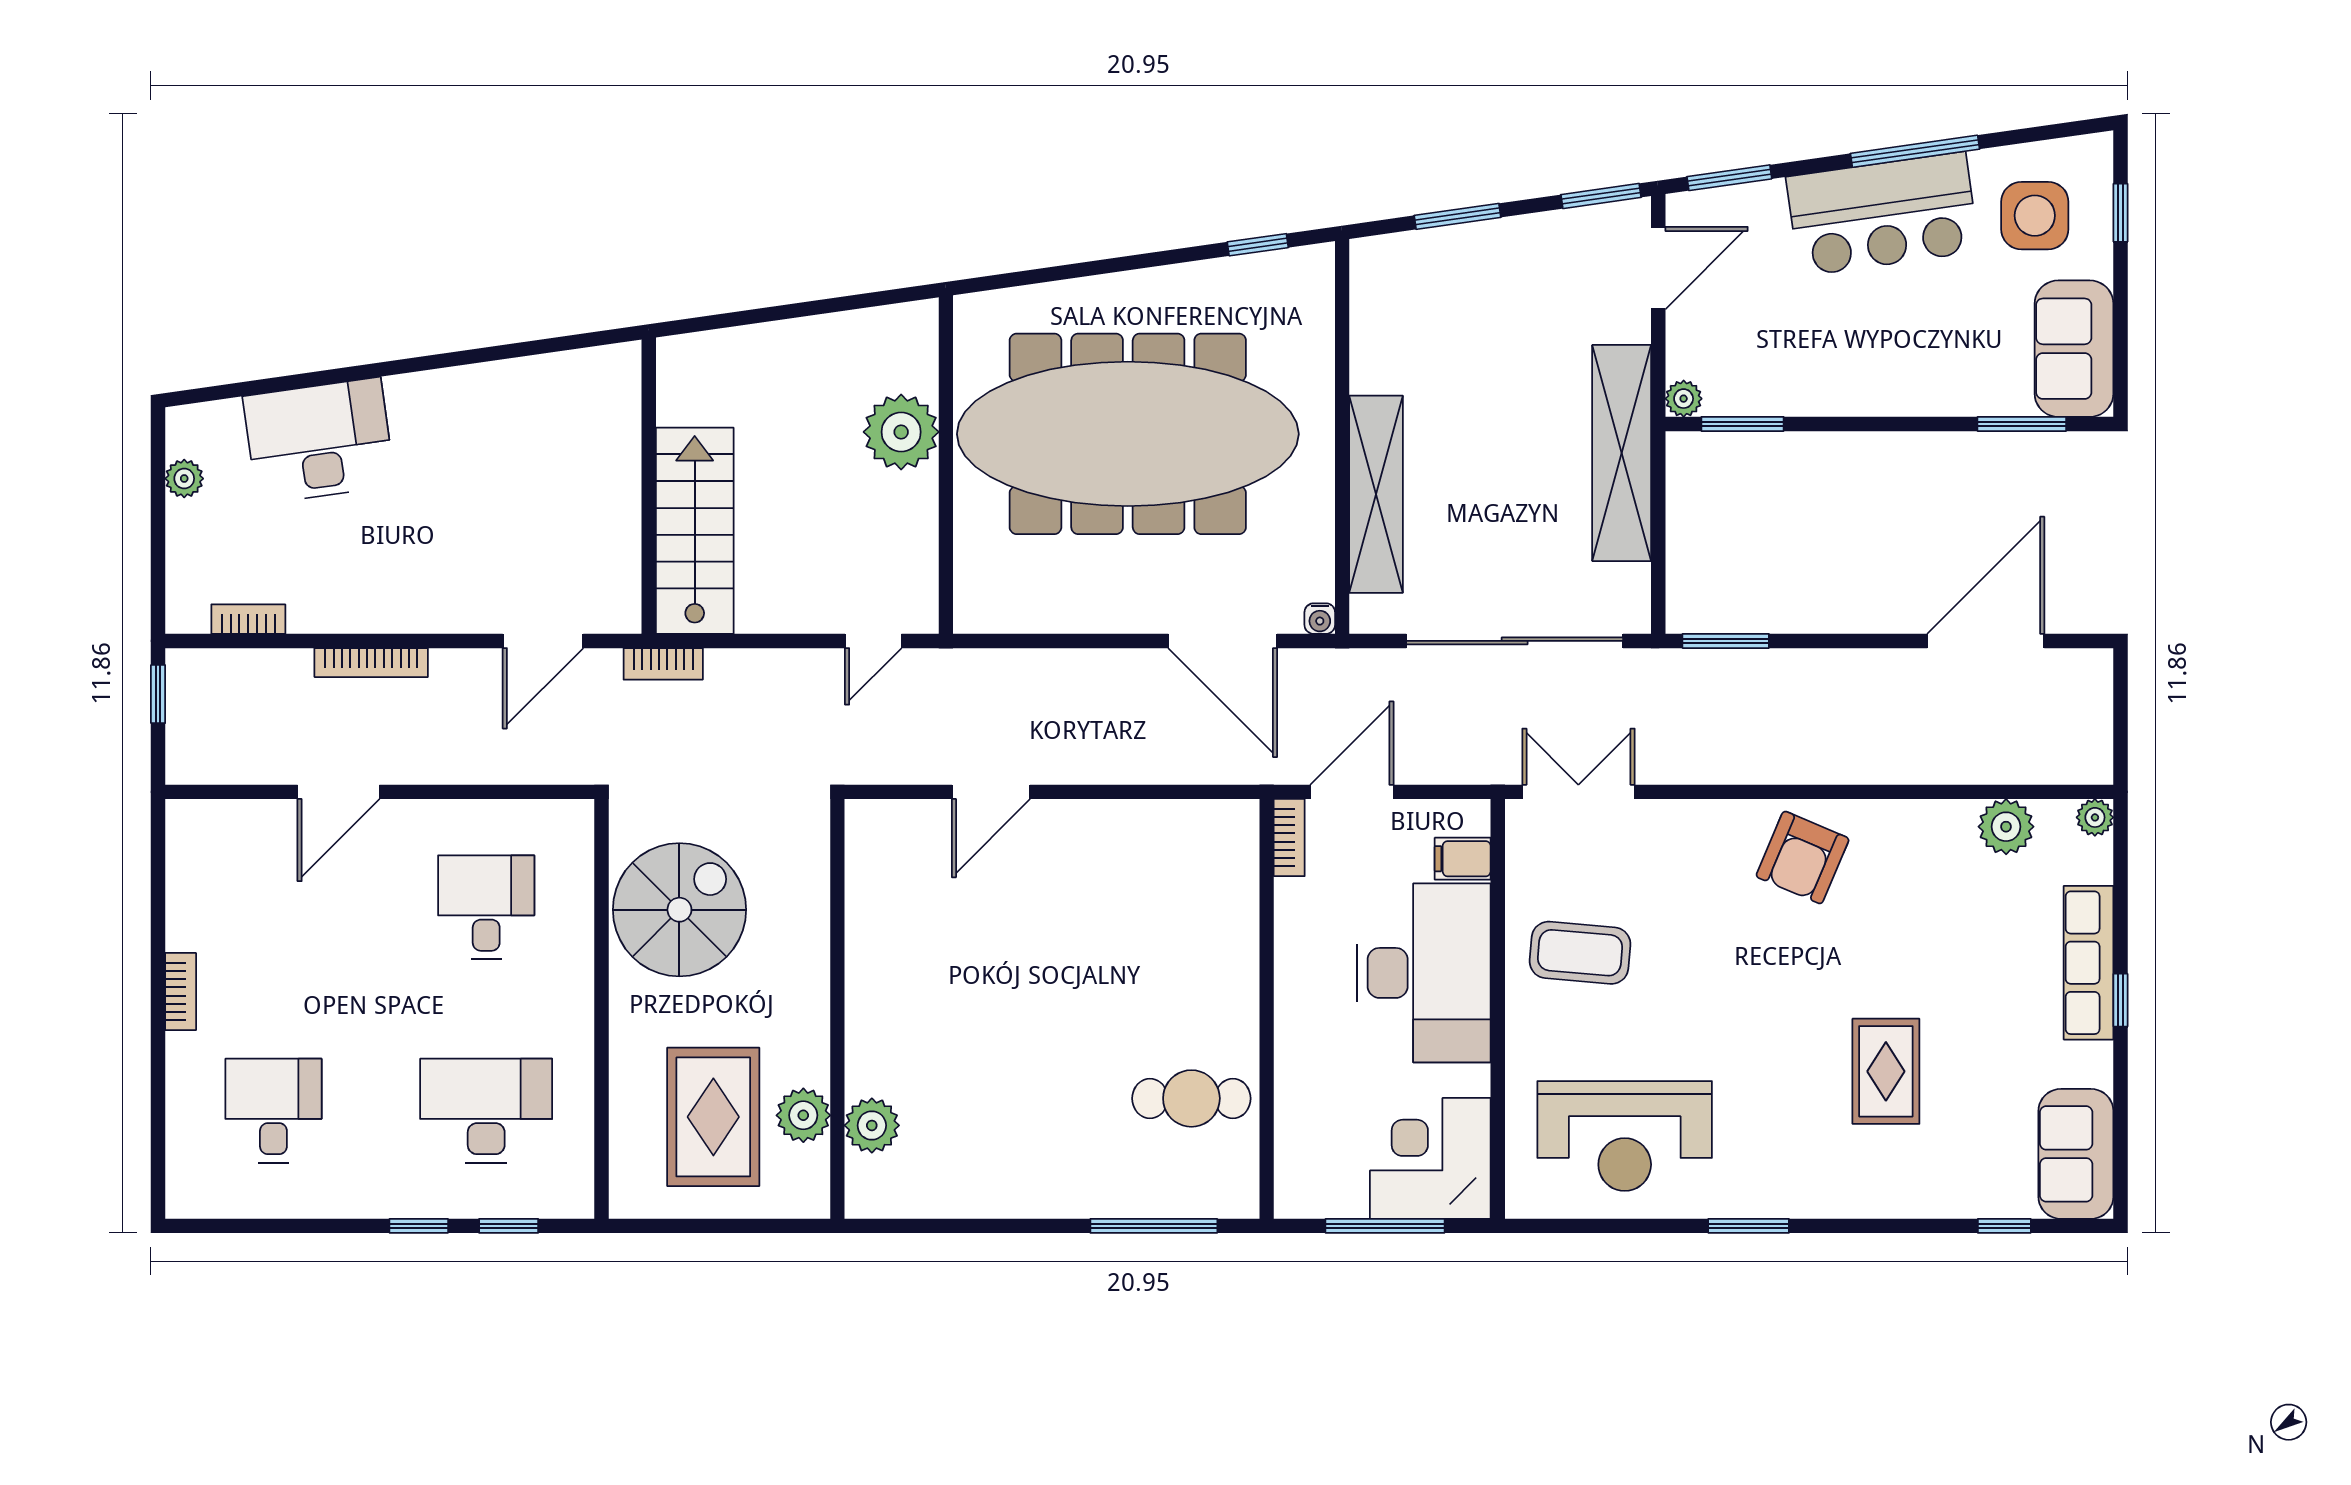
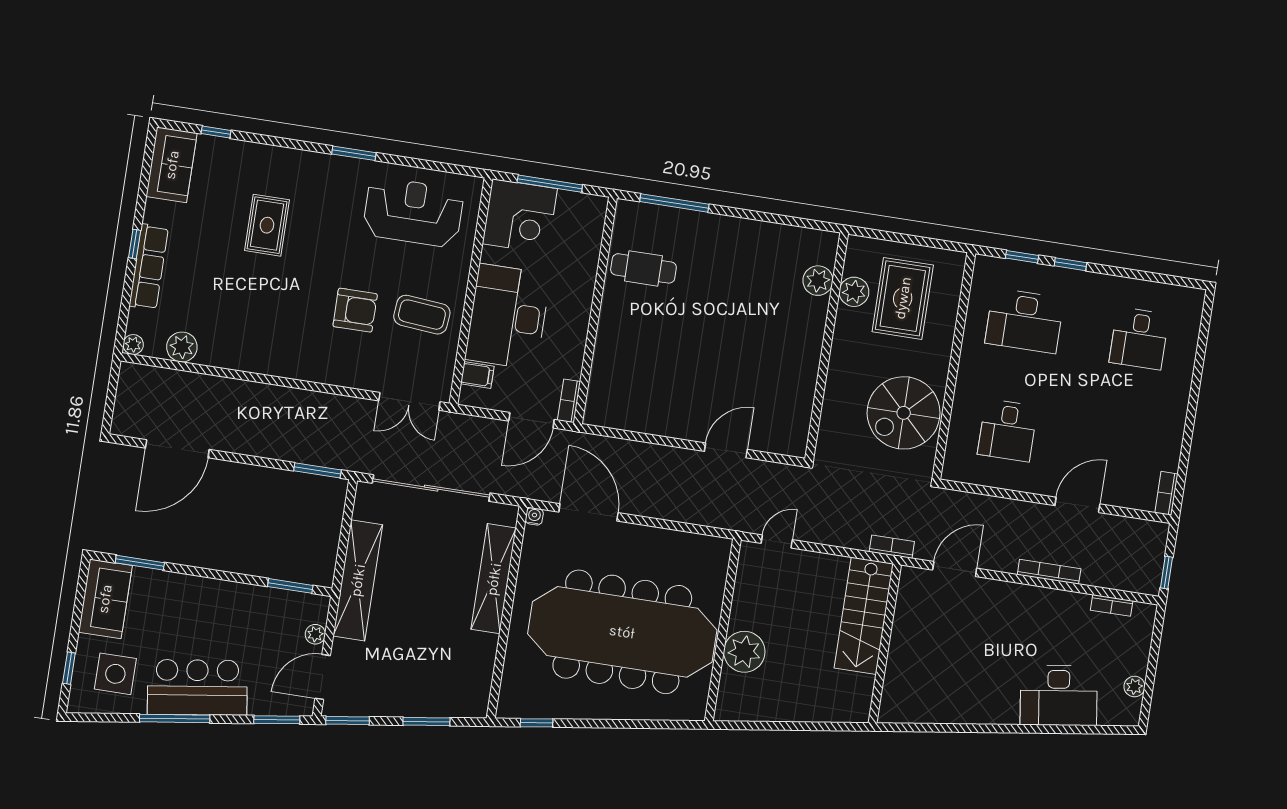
plant: (1684, 399) -> (315, 634), moved
armchair: (1803, 858) -> (355, 310), moved, turned 67
bookcase: (181, 992) -> (1166, 493), moved

